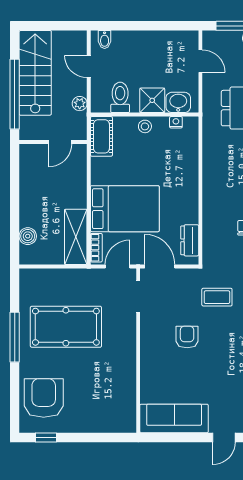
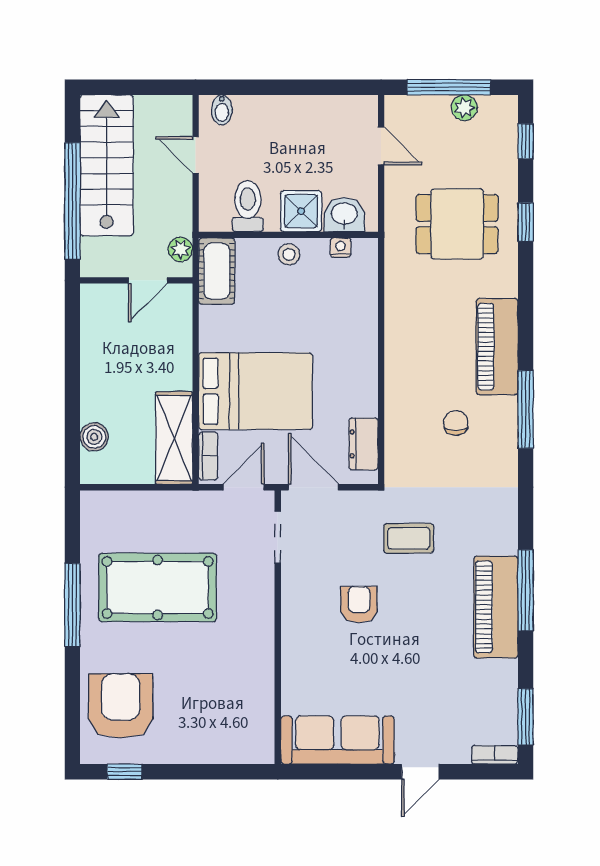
plant: (80, 104) -> (180, 249), moved

